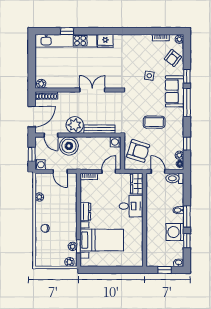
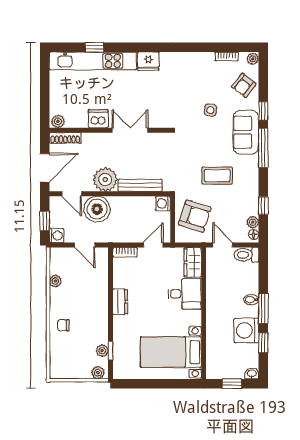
dishwasher: (70, 82) -> (98, 119), added
bed with nightstands: (102, 240) -> (171, 352), moved, turned 180

